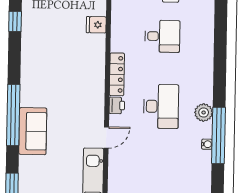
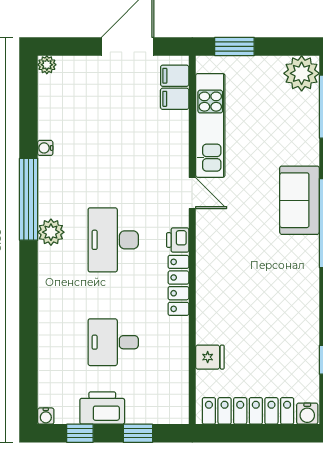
door: (106, 137) -> (192, 193), swing flipped
water cooler: (207, 144) -> (45, 148), moved

